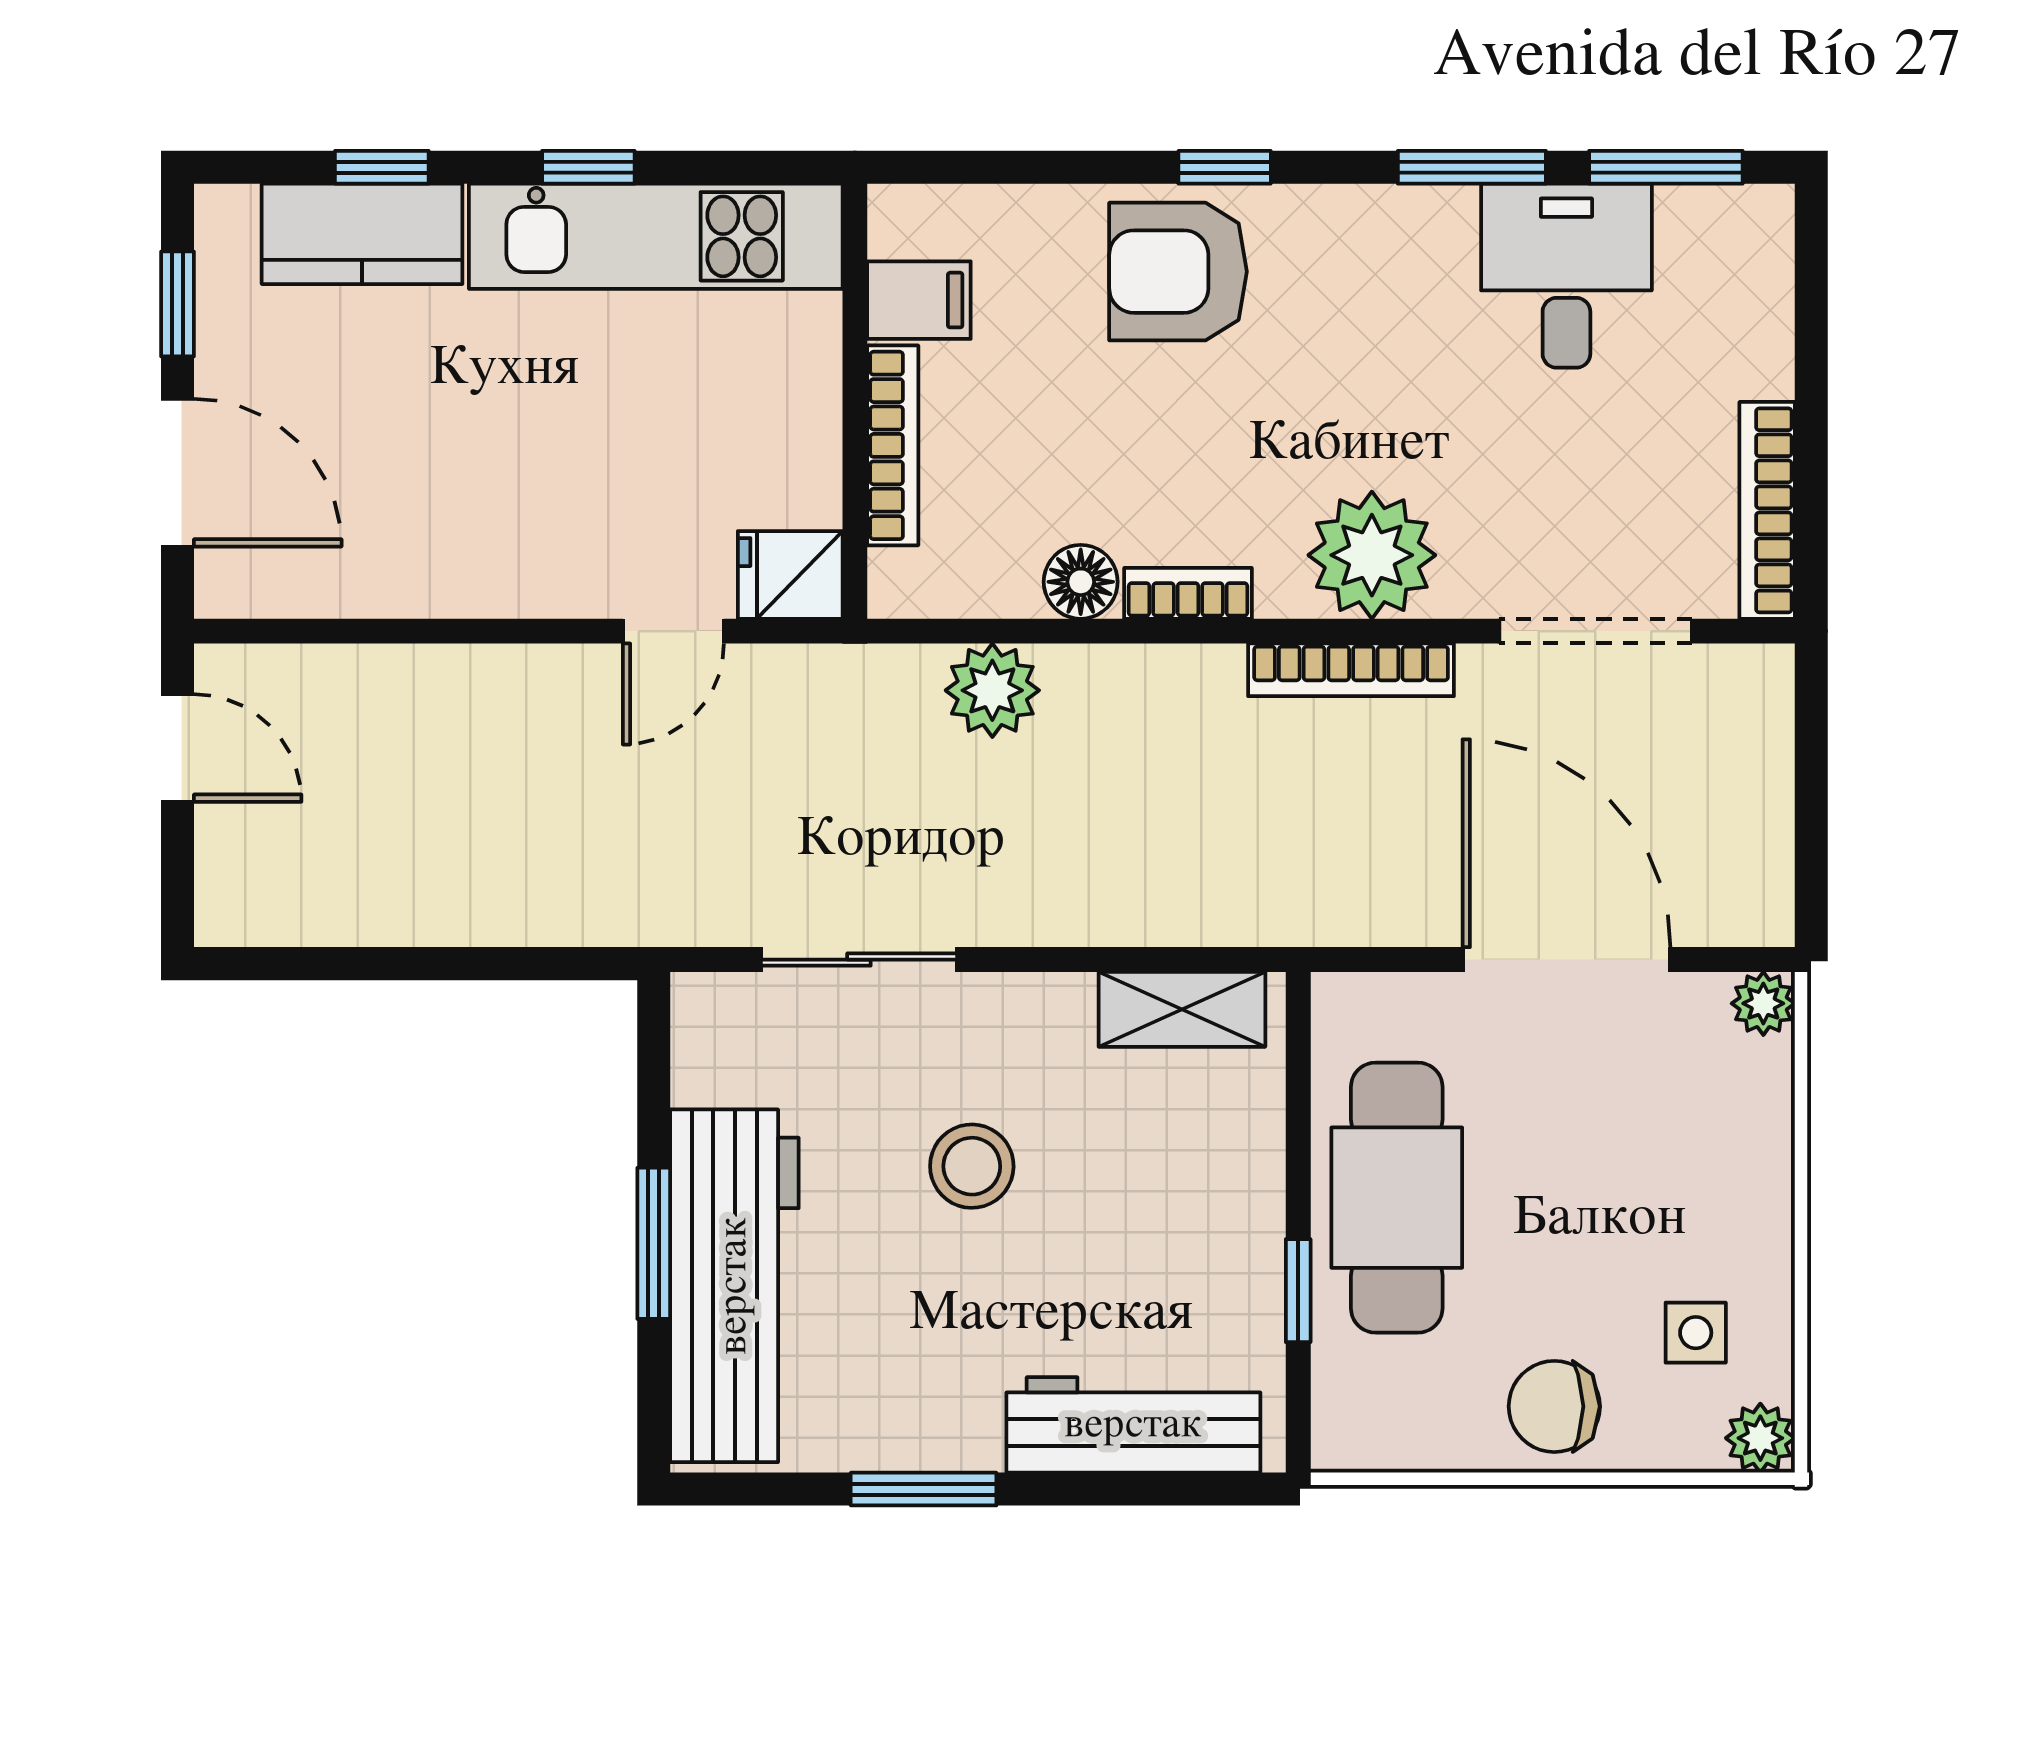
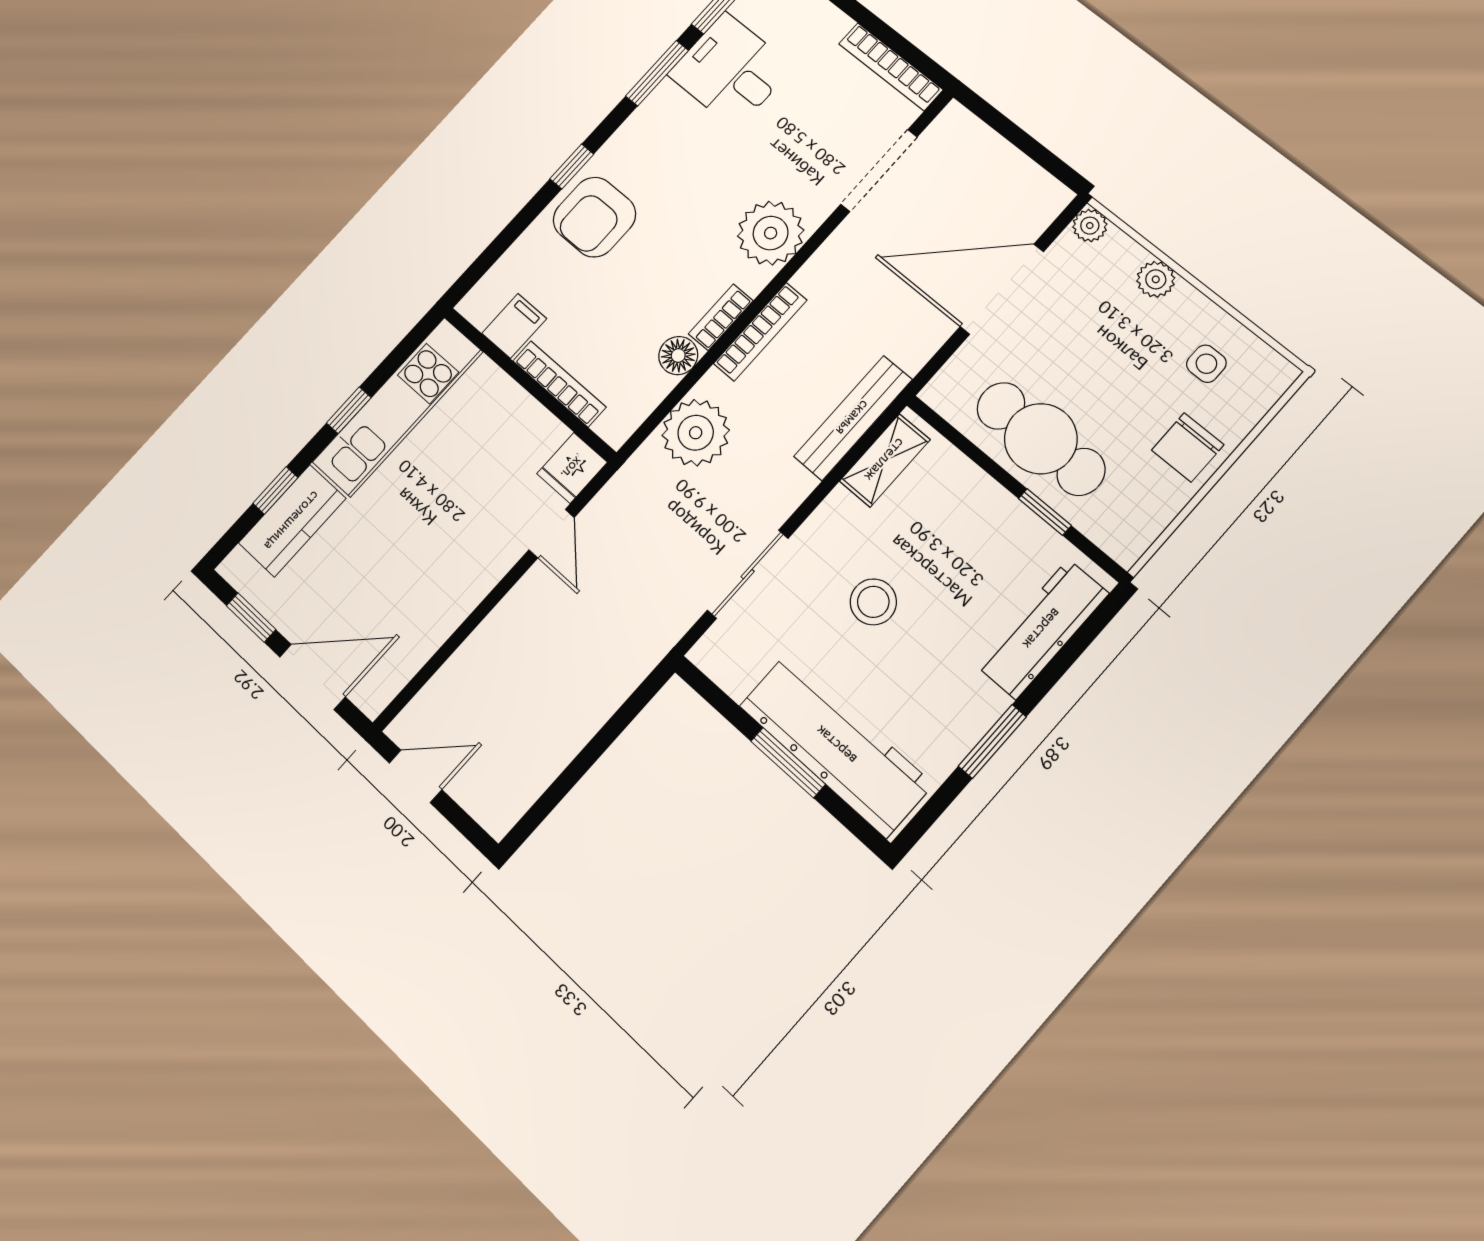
bookcase: (1351, 670) -> (760, 332), moved
plant: (992, 690) -> (696, 433), width x1.36, depth x1.36
bench: (1204, 912) -> (853, 418), added
plant: (1760, 1438) -> (1156, 279), moved

